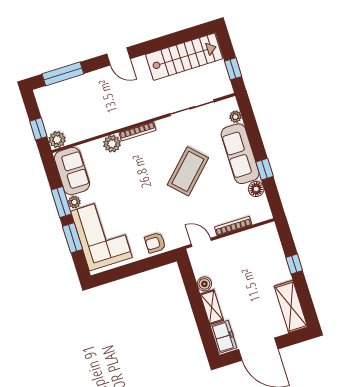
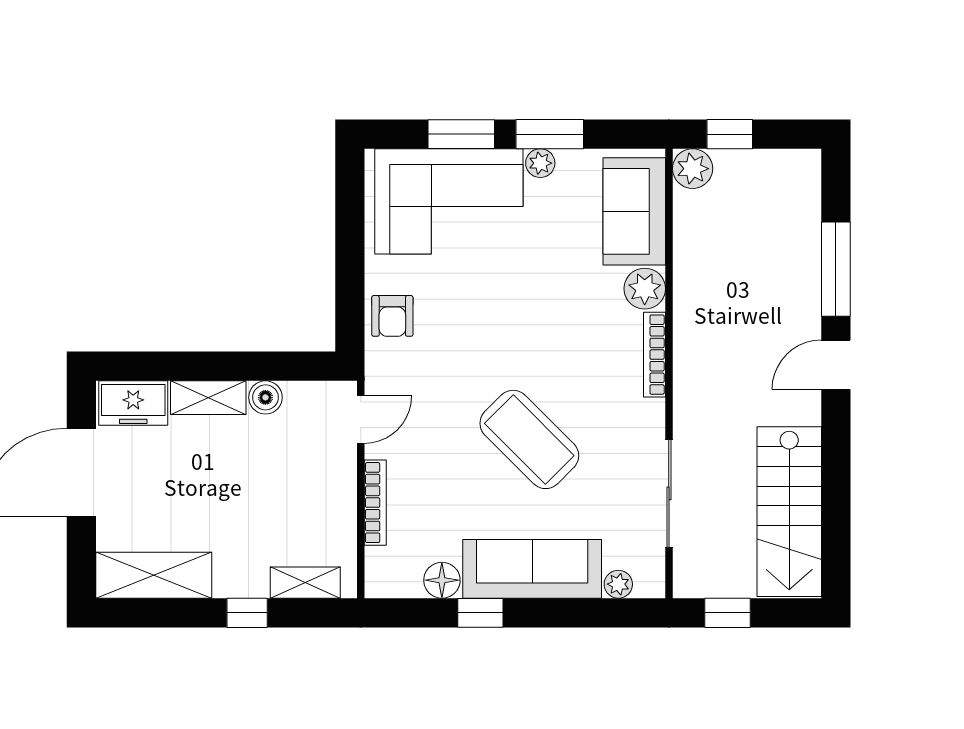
window: (63, 74) -> (836, 269), moved
sofa: (72, 171) -> (634, 211), moved, turned 90
armchair: (155, 243) -> (392, 316), turned 180
shelving: (275, 244) -> (305, 583), added

